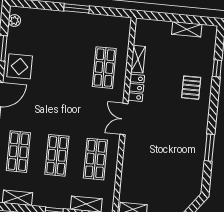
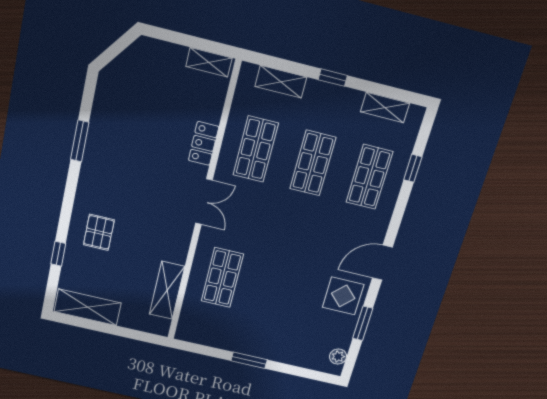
shelving: (187, 29) -> (88, 307), width x1.50, depth x1.33
shelving: (138, 59) -> (167, 290), width x1.50, depth x1.33
locker: (136, 88) -> (204, 143), moved

